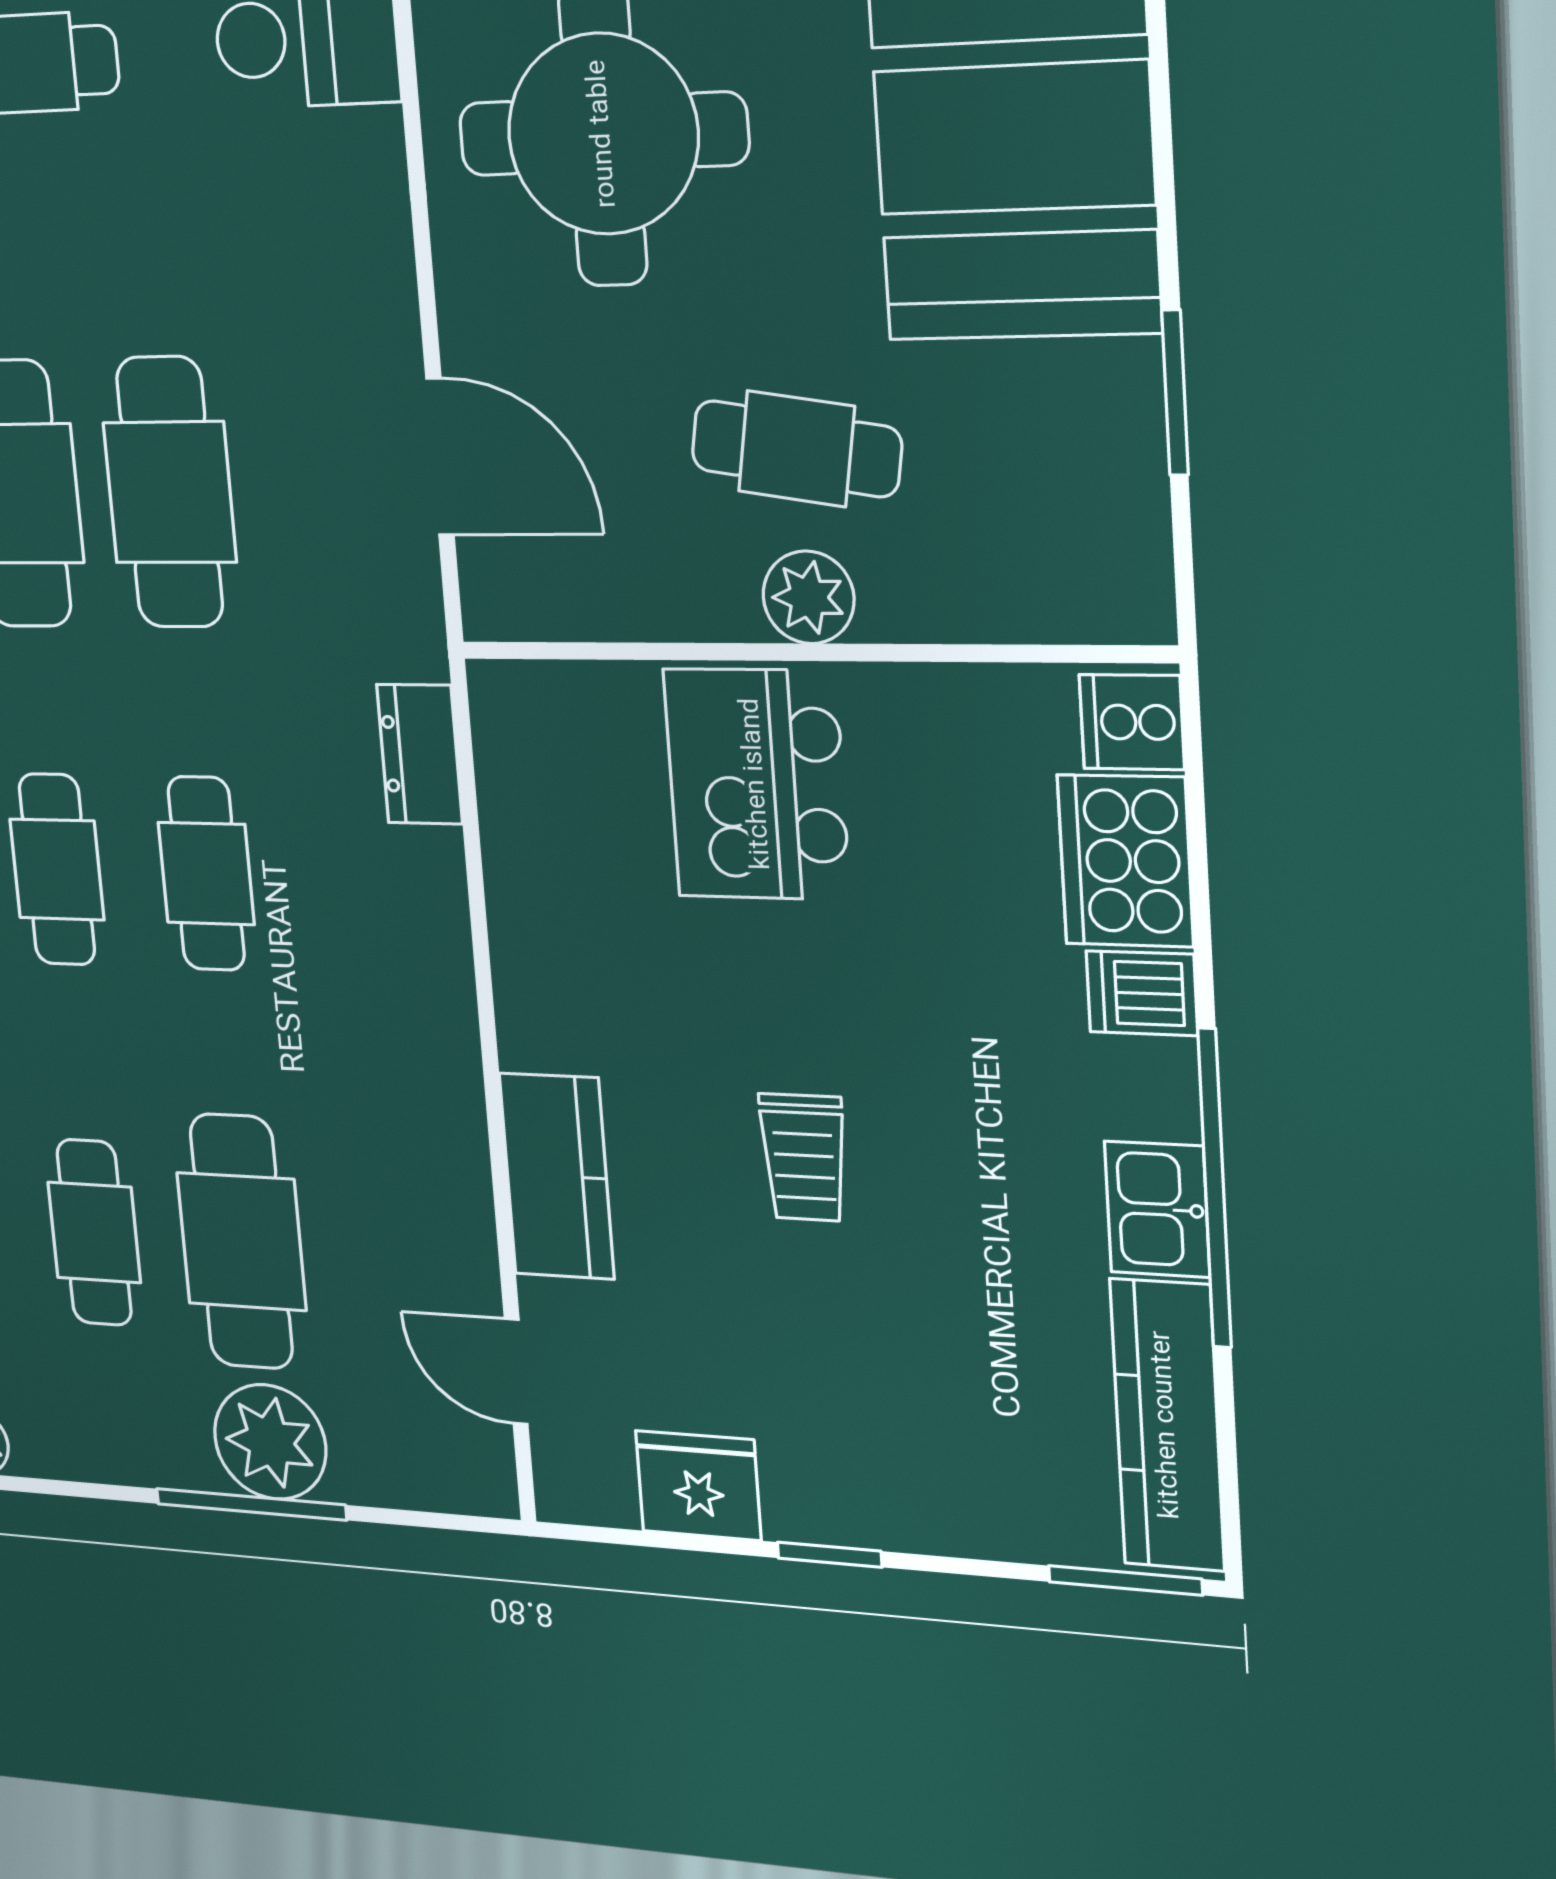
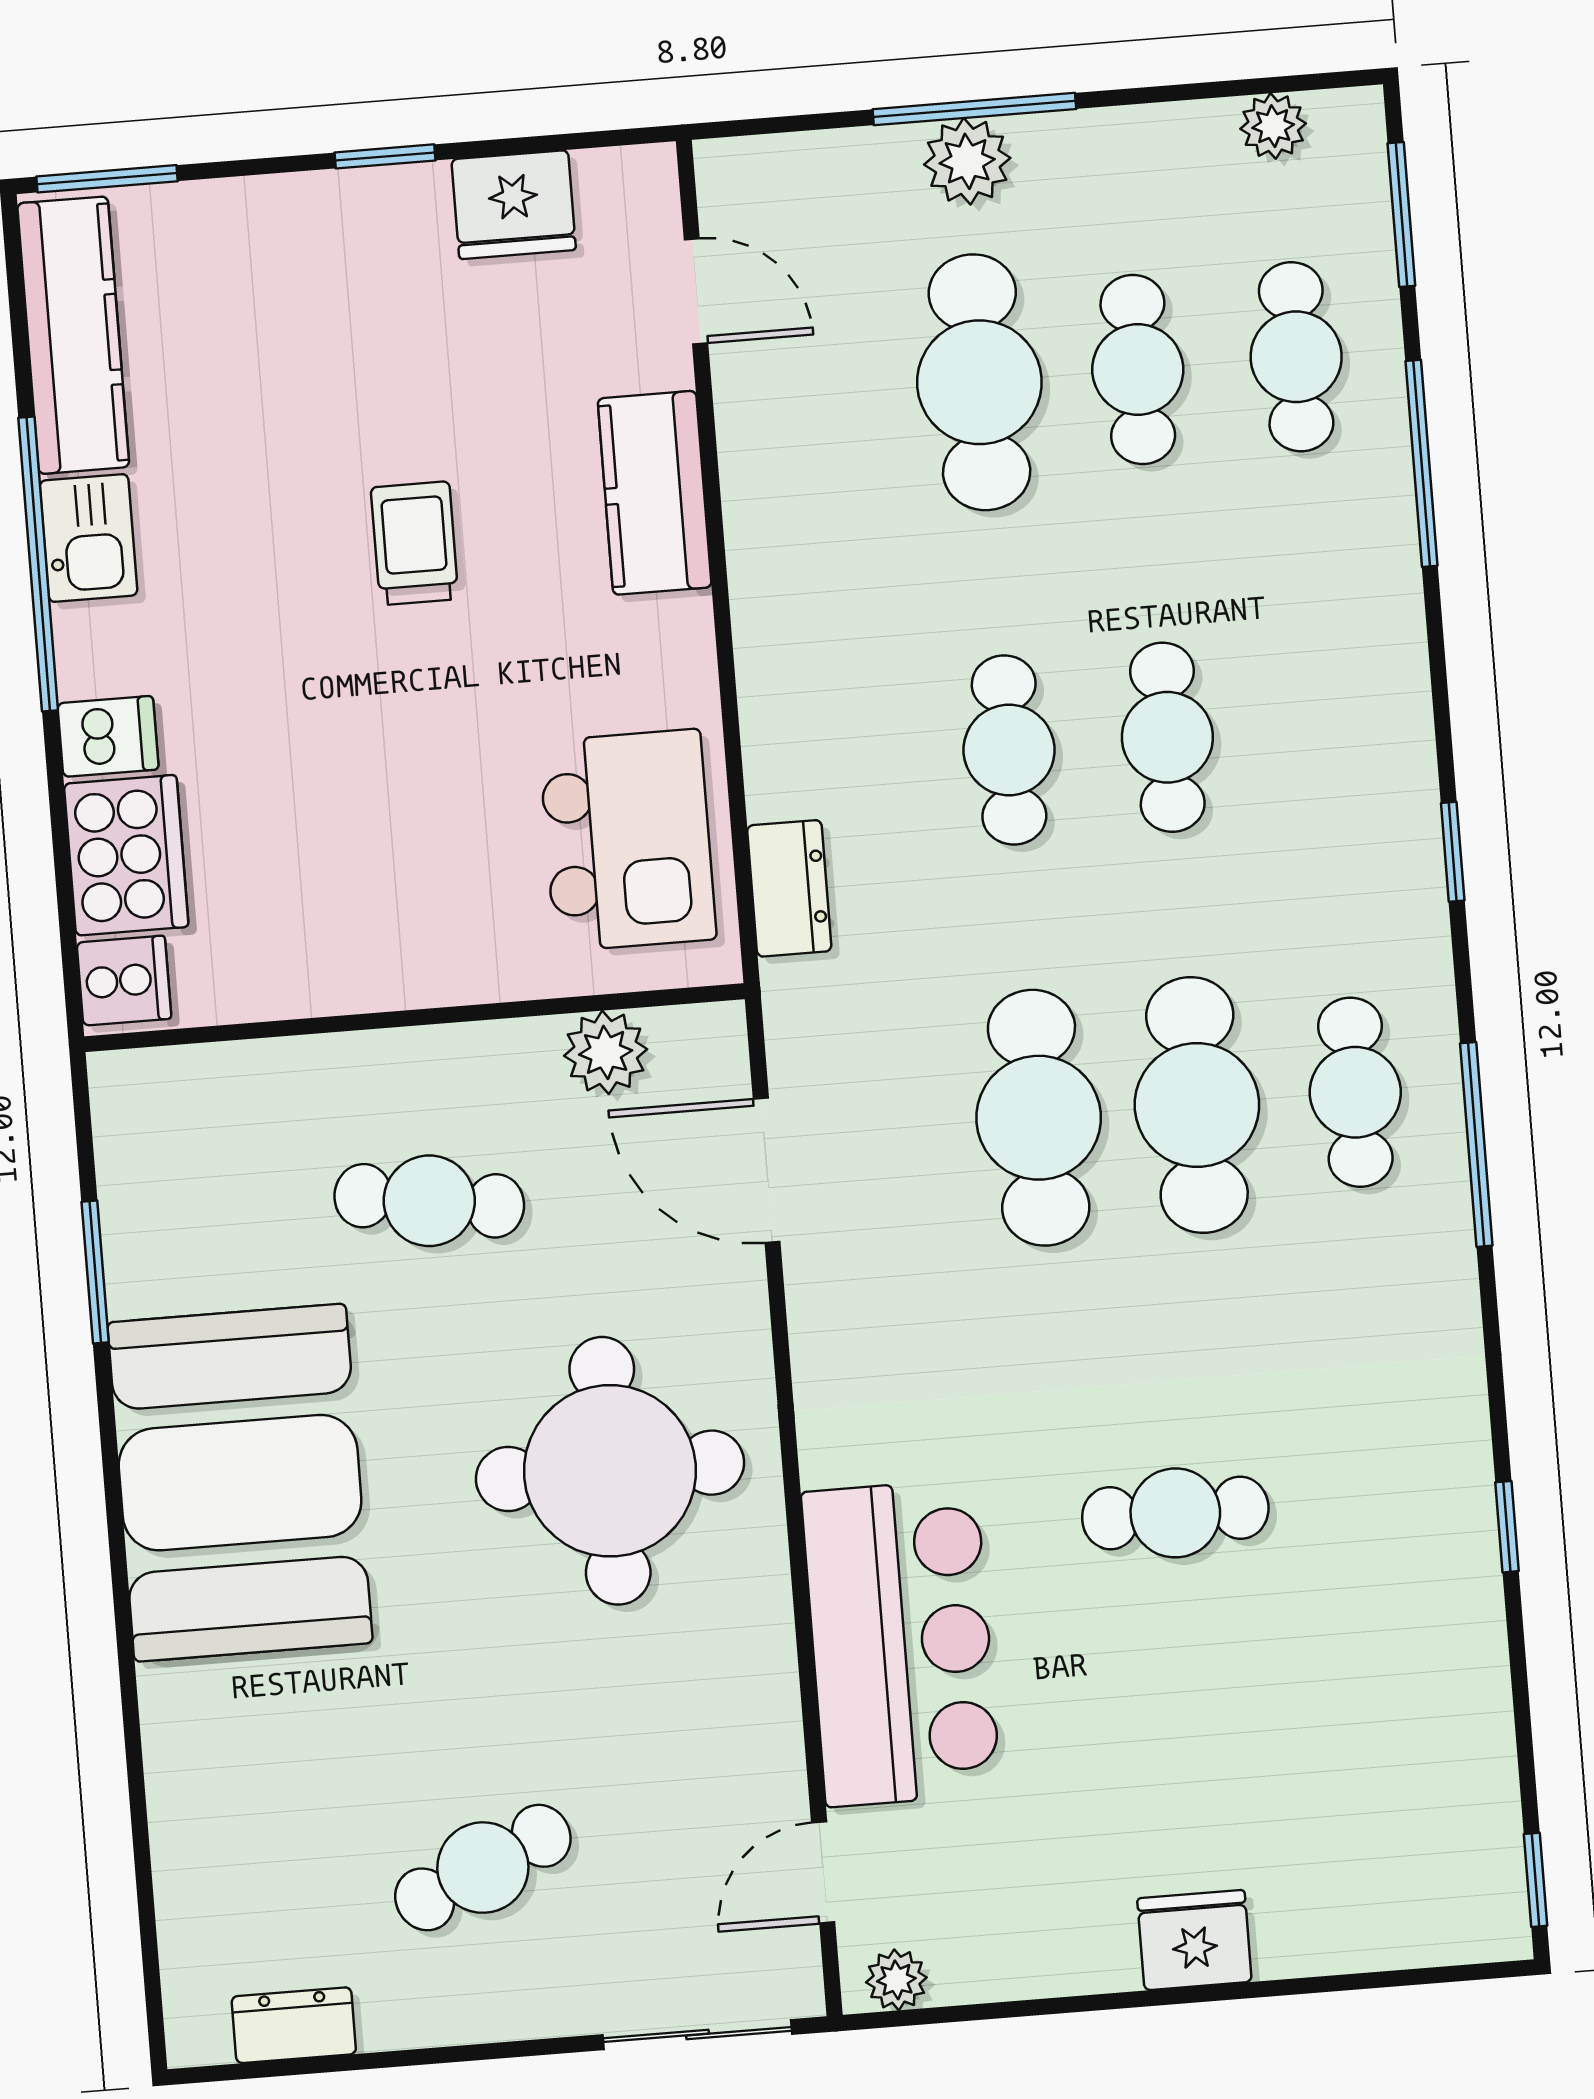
plant: (808, 597) -> (606, 1052), moved
kitchen island: (757, 784) -> (628, 840), moved
plant: (270, 1442) -> (967, 161), width x0.73, depth x0.73

